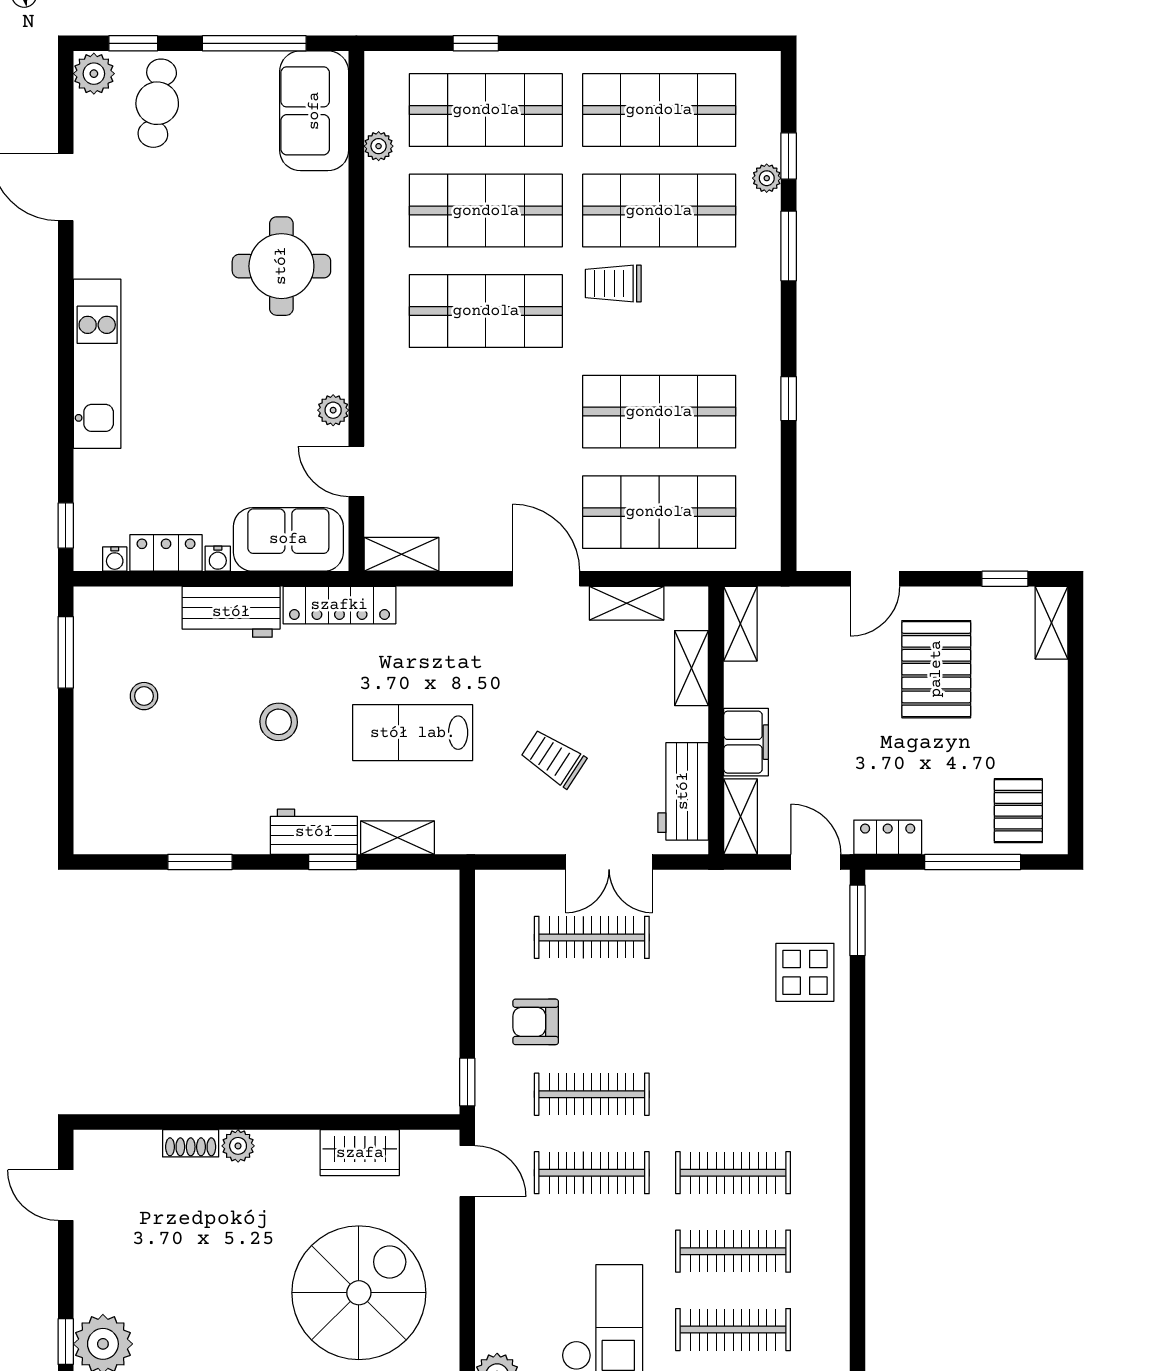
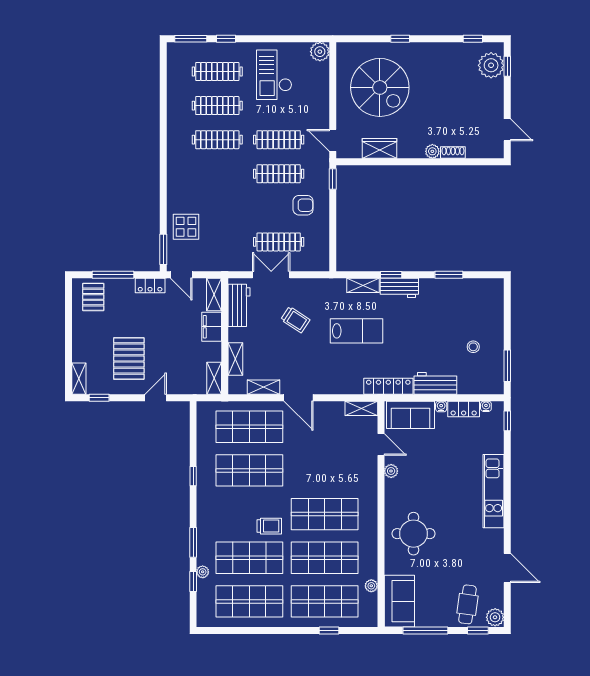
stool: (279, 722) -> (415, 336), removed
spiral stairs: (359, 1293) -> (380, 87), turned -90

